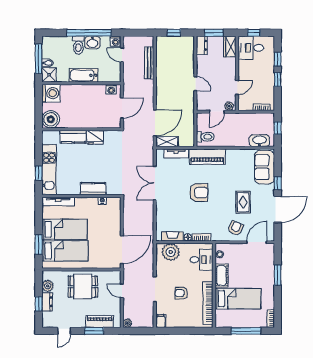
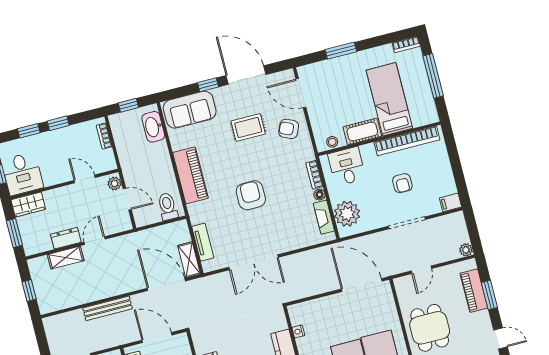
dresser: (202, 45) -> (66, 238), moved
shelving: (189, 62) -> (66, 258), added
bench: (149, 63) -> (108, 308), moved
piano: (207, 157) -> (190, 175), moved

